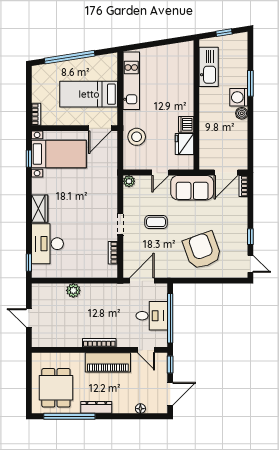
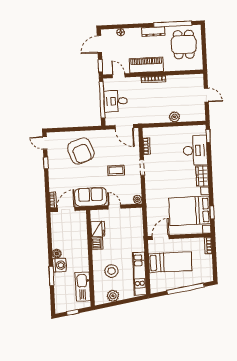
plant: (168, 52) -> (113, 296), added
stool: (137, 137) -> (111, 271), moved
bed with nightstands: (59, 154) -> (190, 211), width x1.36
door: (160, 173) -> (115, 207), hinge flipped
door: (142, 281) -> (124, 127), hinge flipped

